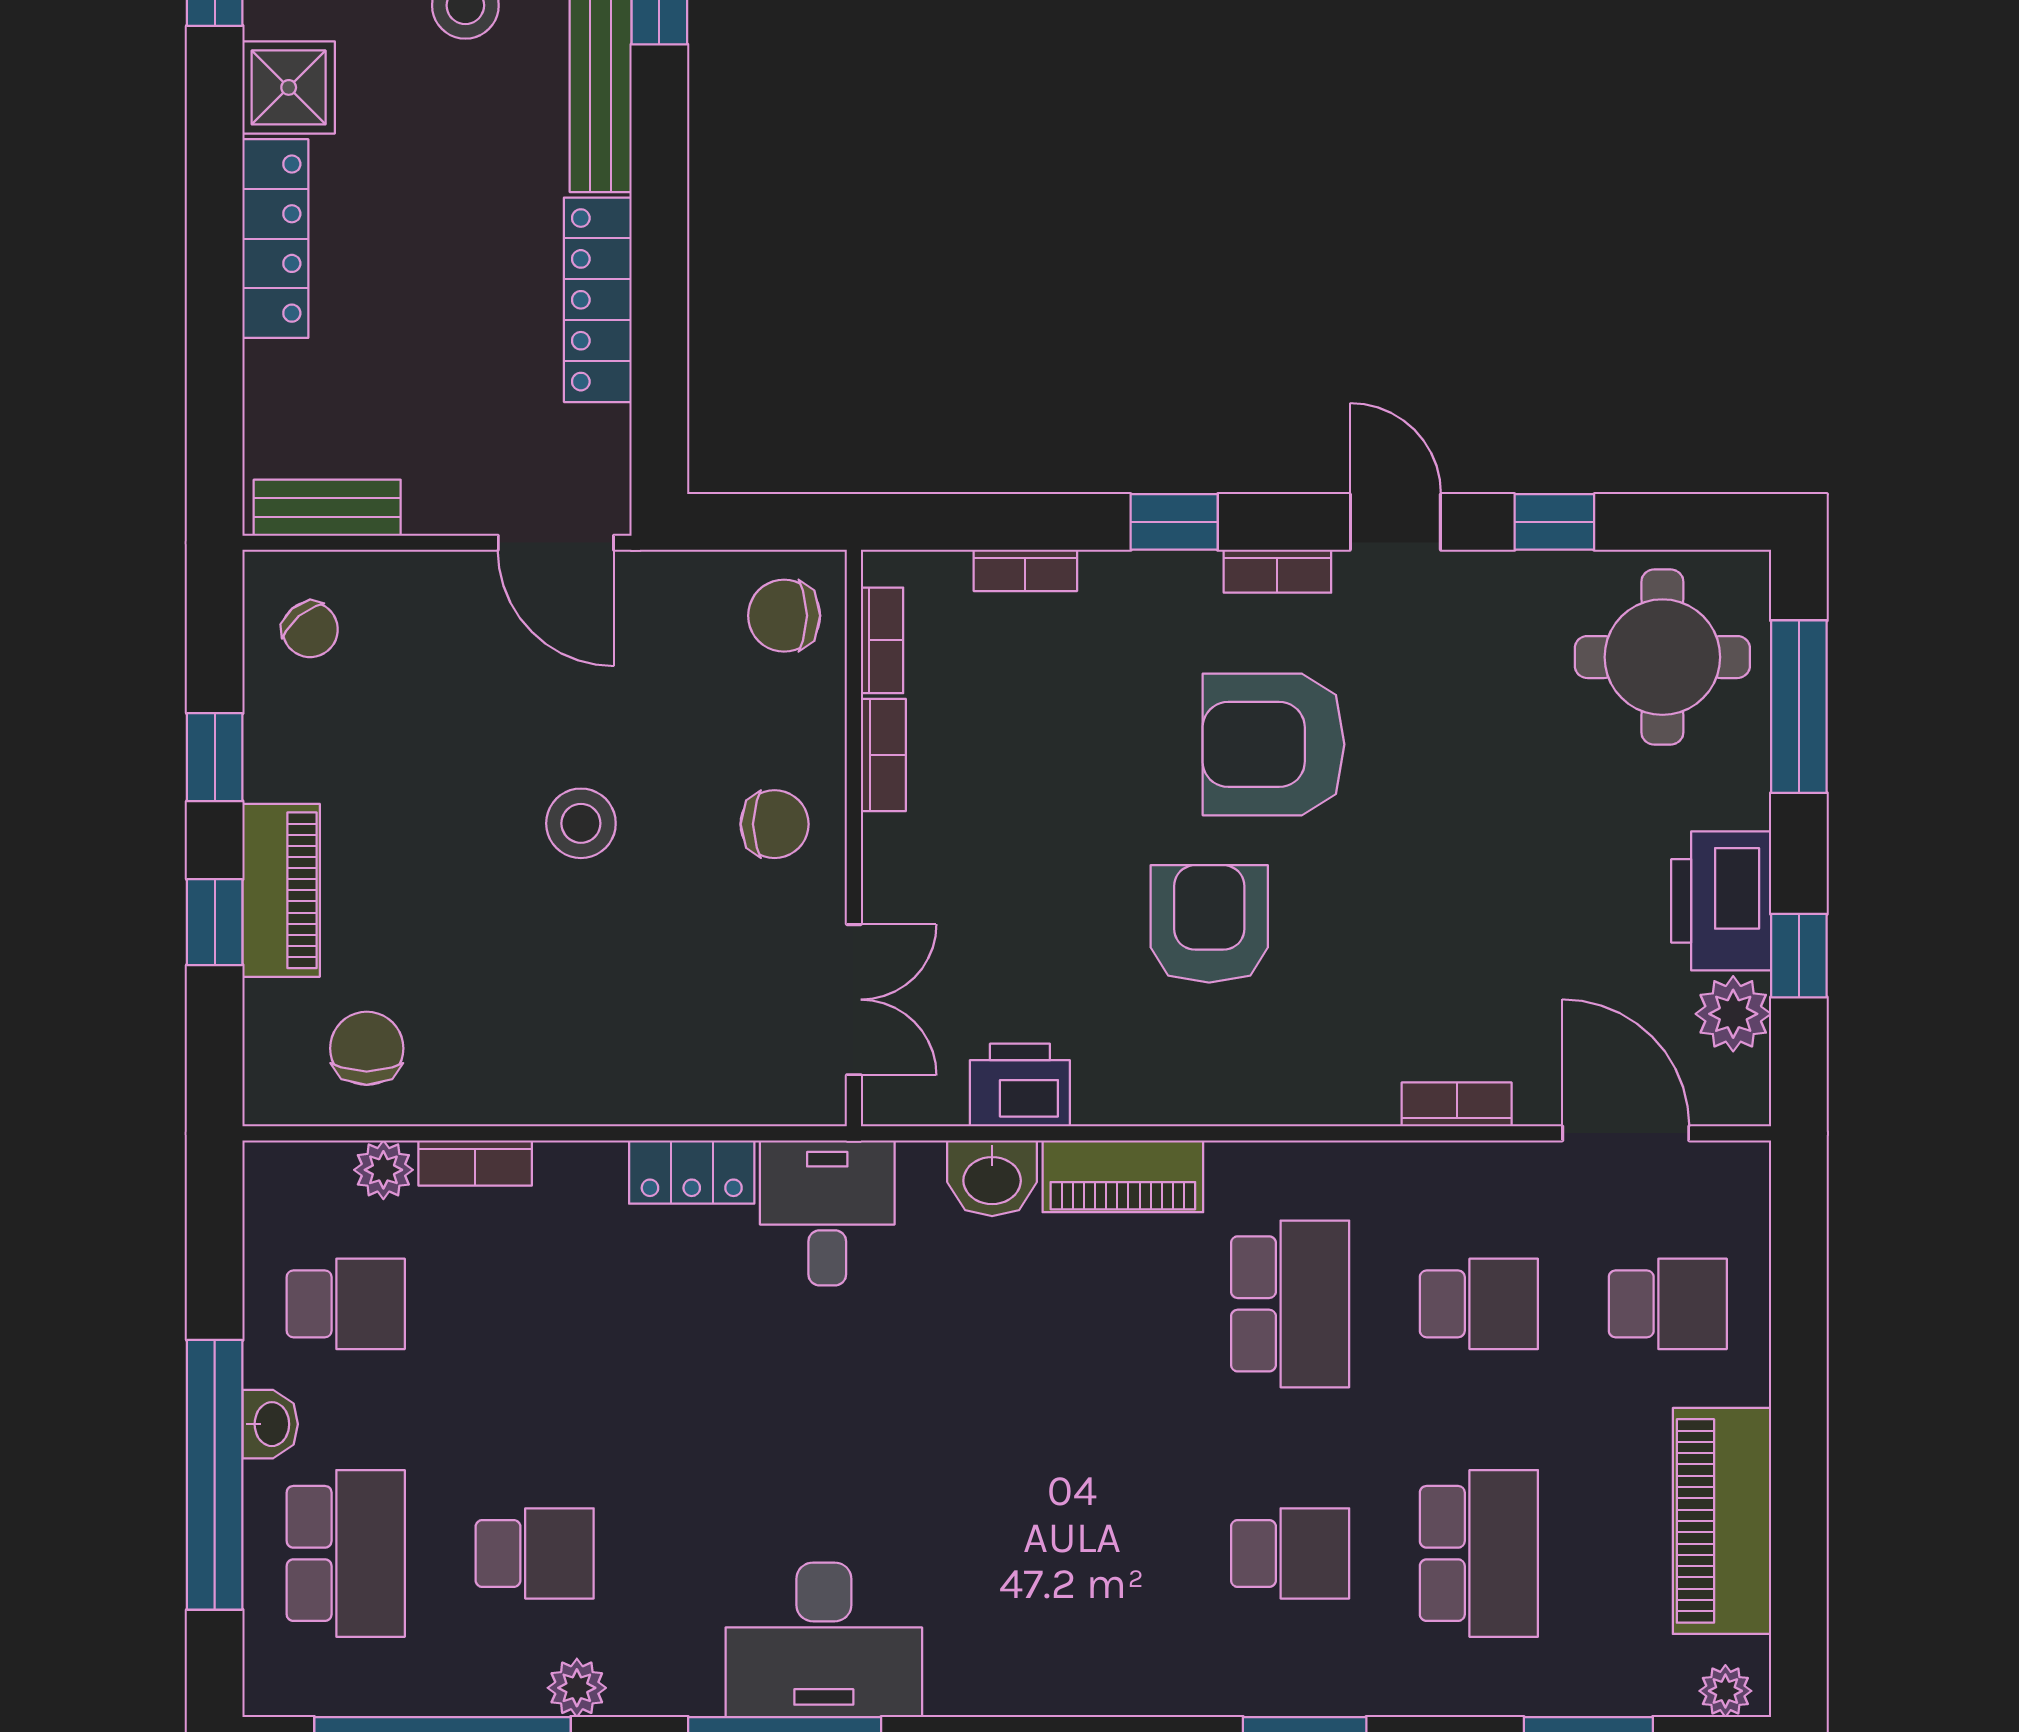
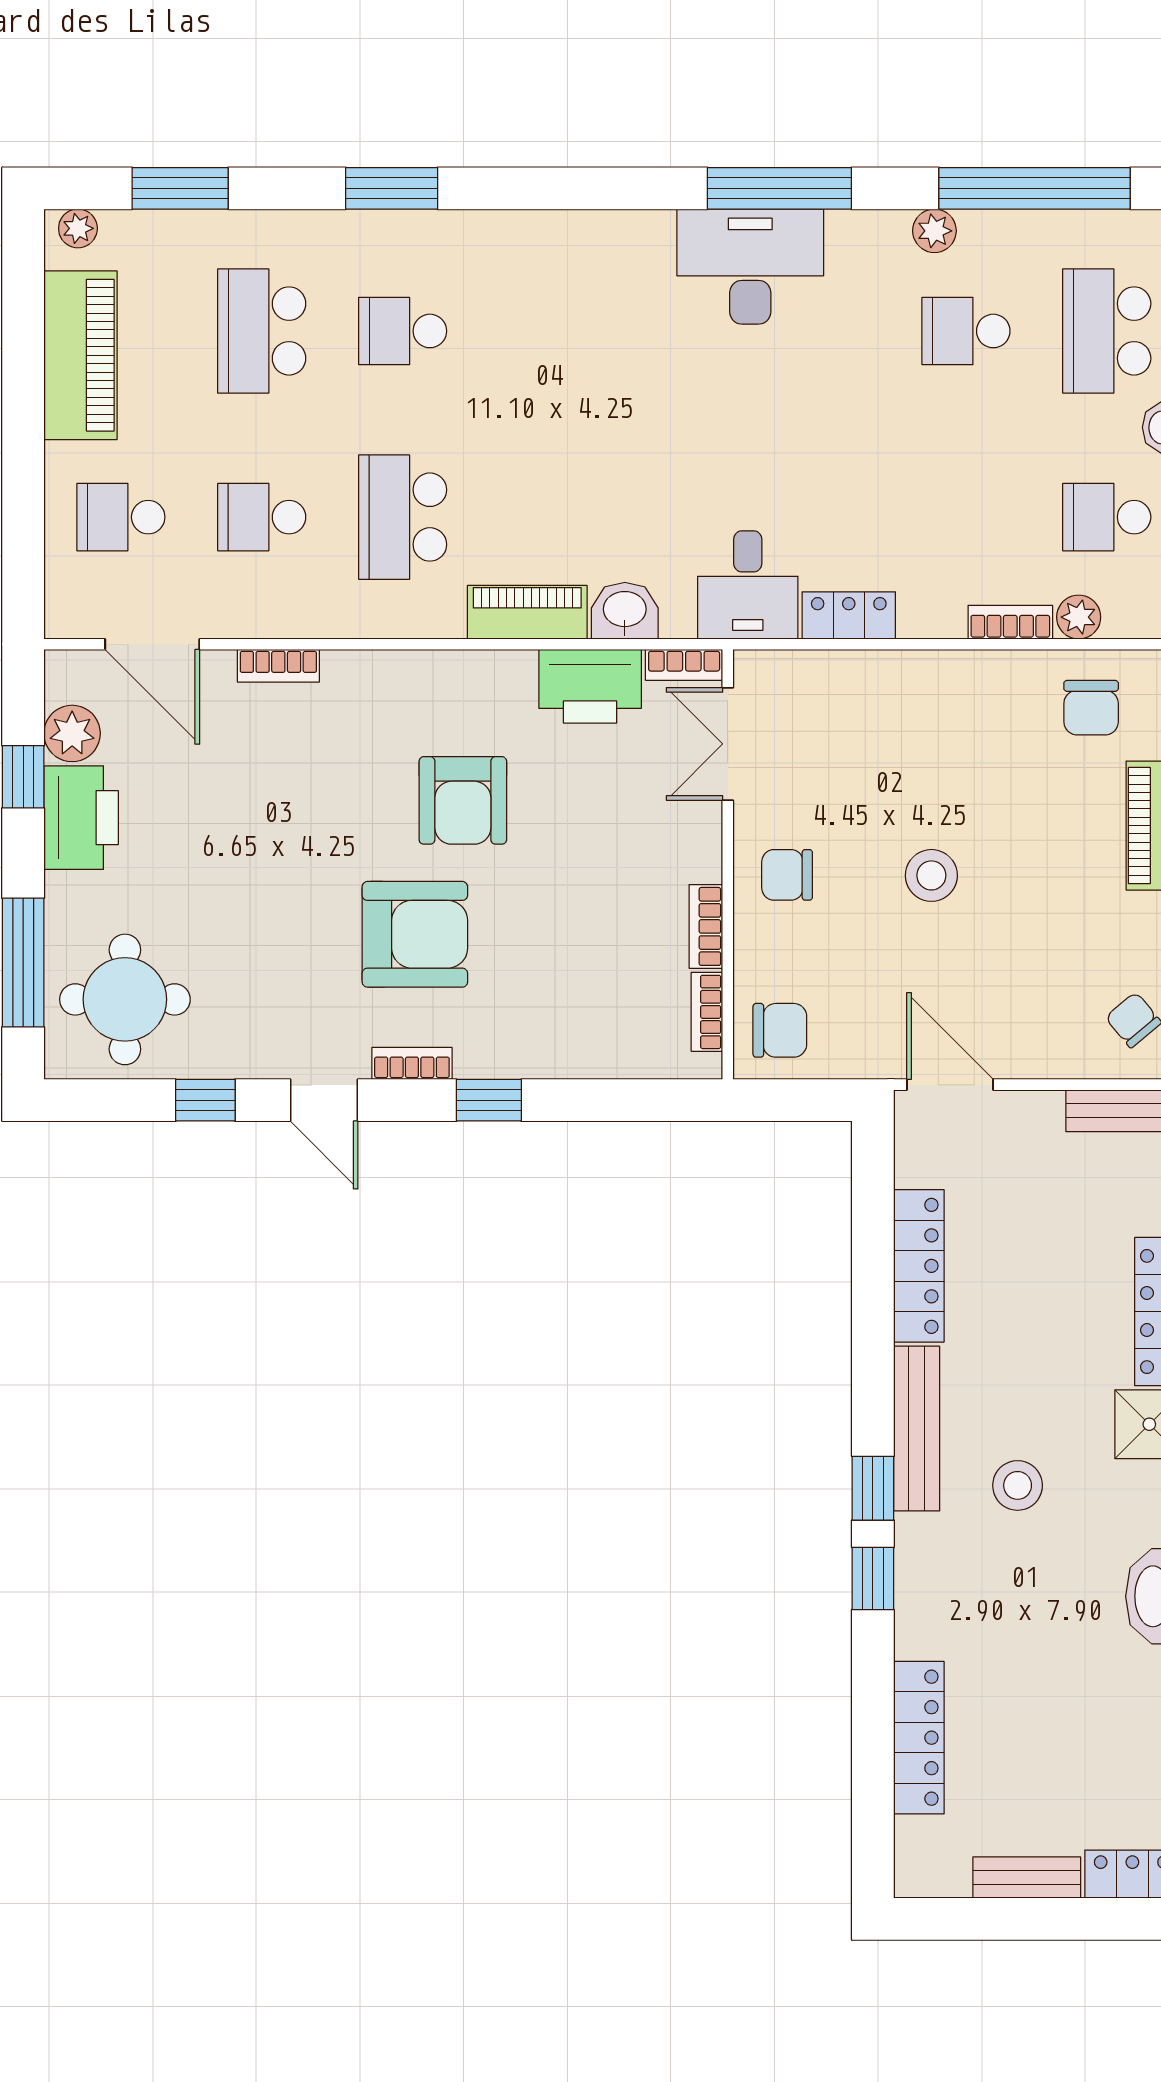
bookcase: (1025, 570) -> (684, 665), moved, turned 180
printer: (1020, 1085) -> (590, 686), width x1.37, depth x1.19

